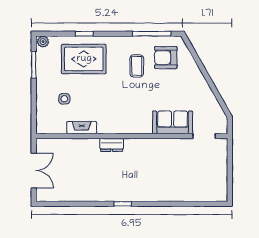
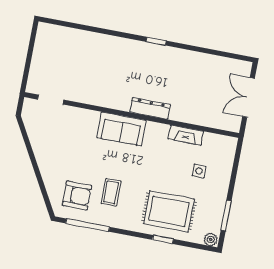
sofa: (173, 122) -> (122, 129), moved
dresser: (112, 145) -> (150, 108), width x1.44

